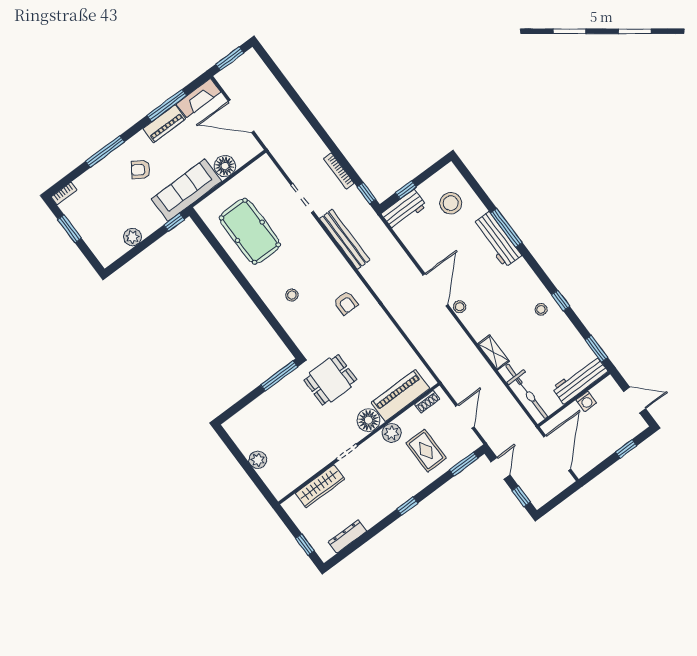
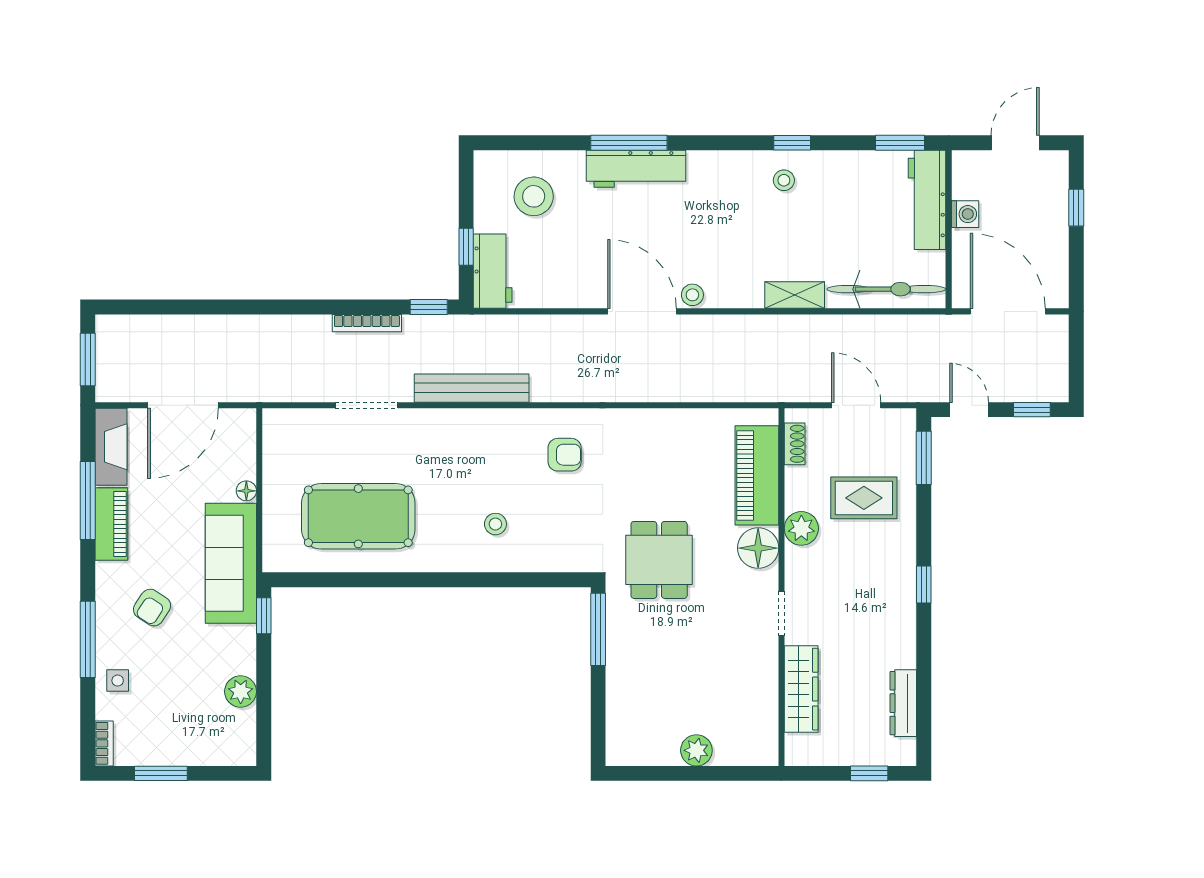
floor lamp: (225, 166) -> (246, 491), width x0.53, depth x0.53
side table: (97, 179) -> (118, 681), added

